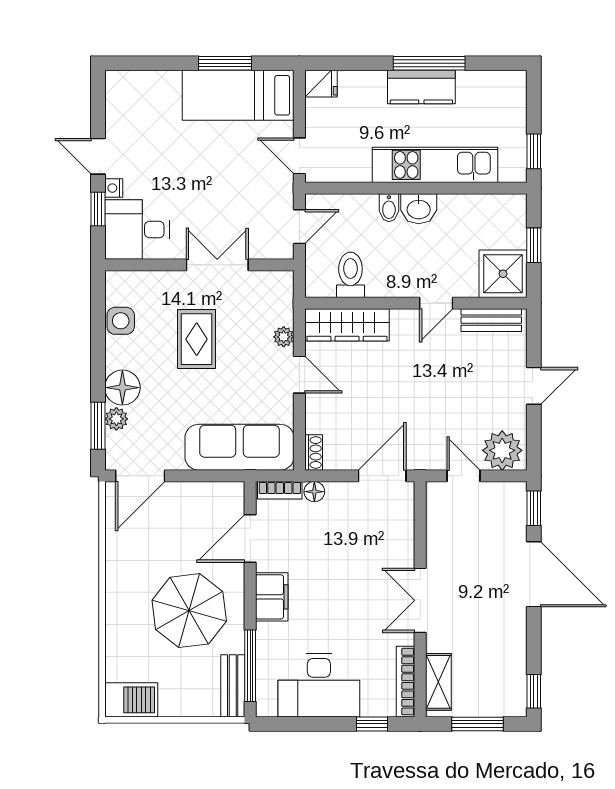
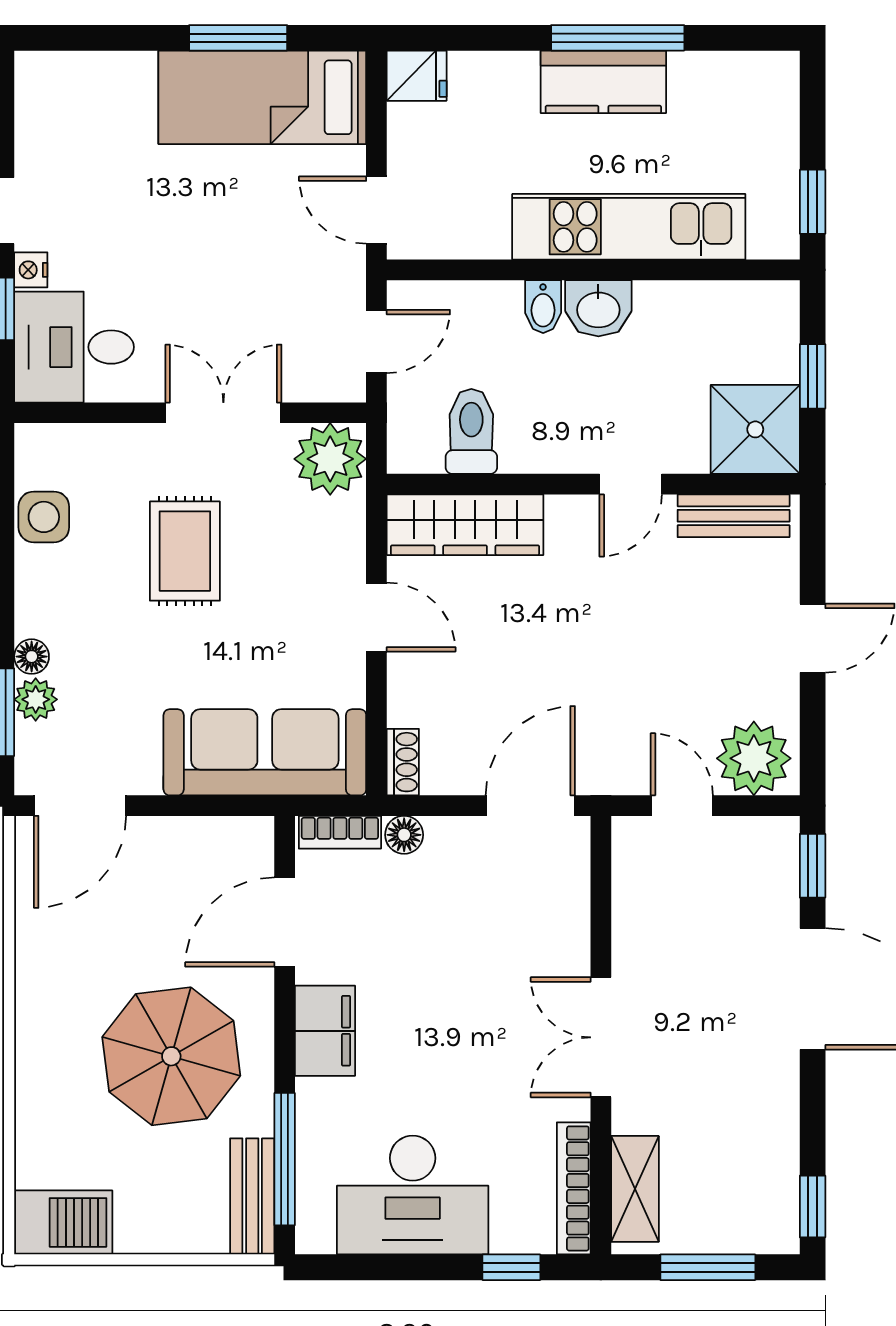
plant: (284, 337) -> (330, 459), moved, width x1.88, depth x1.88
floor lamp: (122, 388) -> (32, 657), width x0.53, depth x0.53

